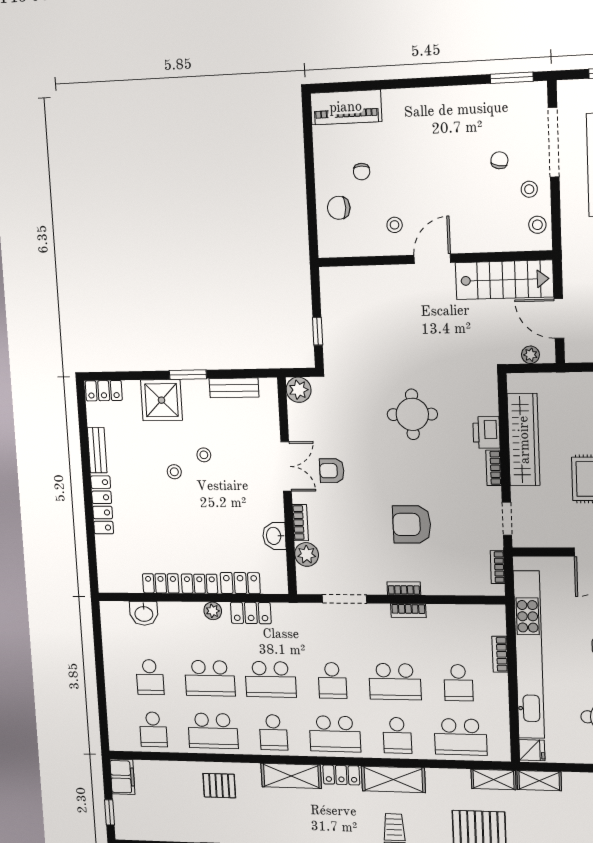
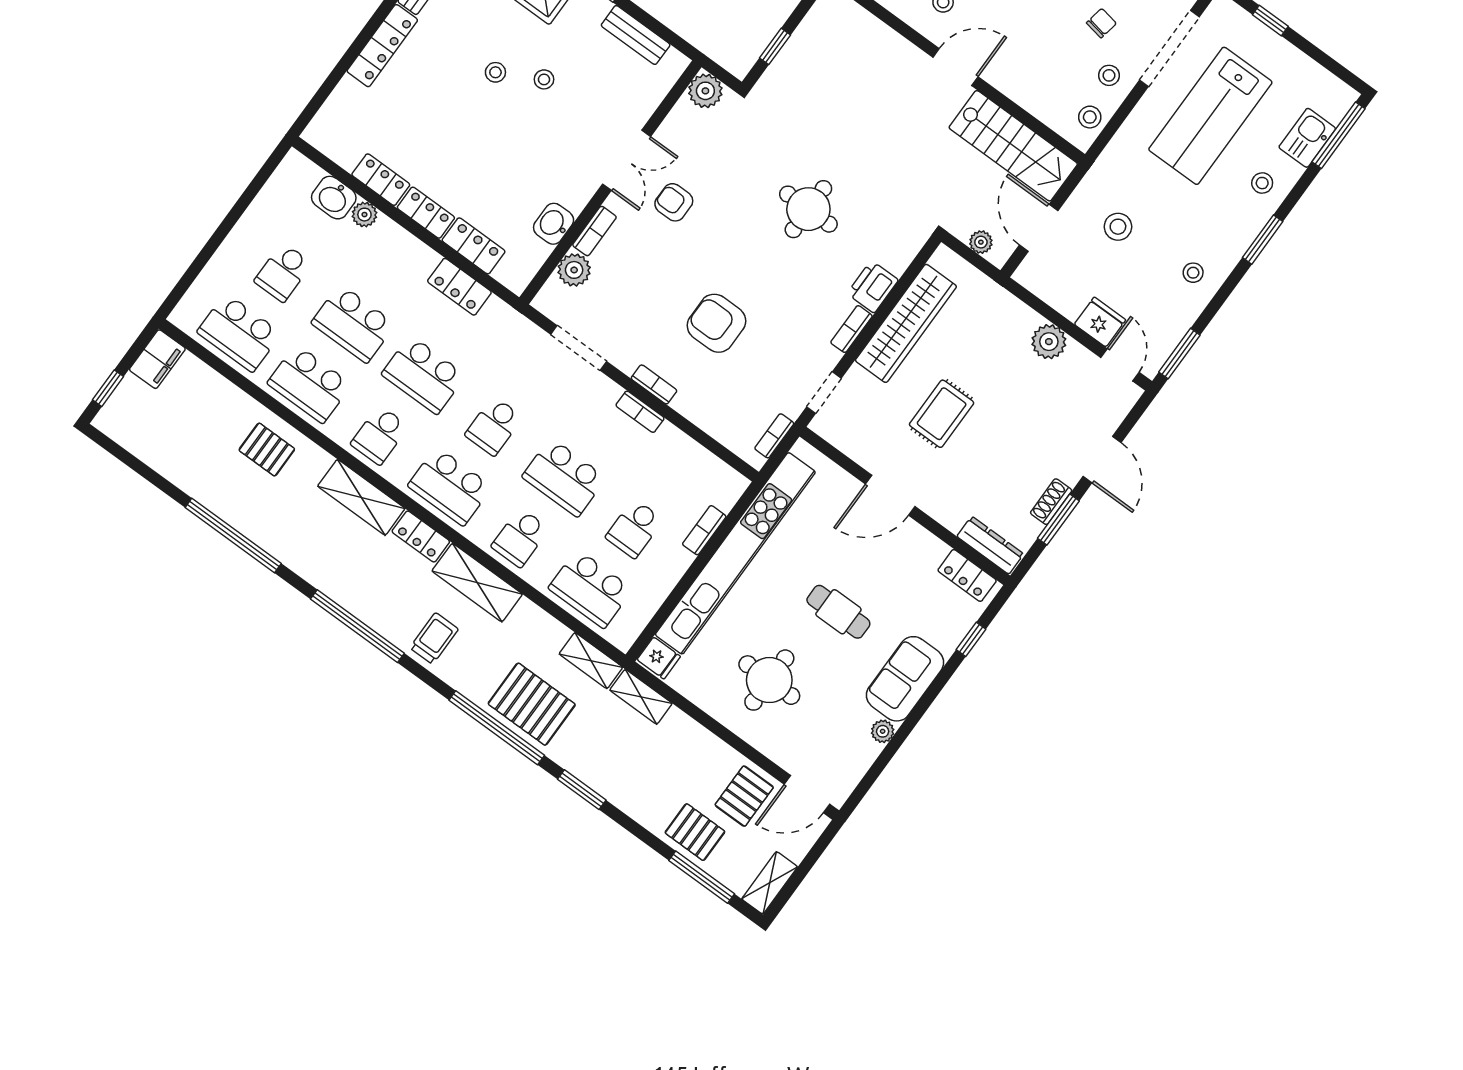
plant: (213, 611) -> (364, 215), moved
school desk: (153, 729) -> (239, 333), width x1.85

